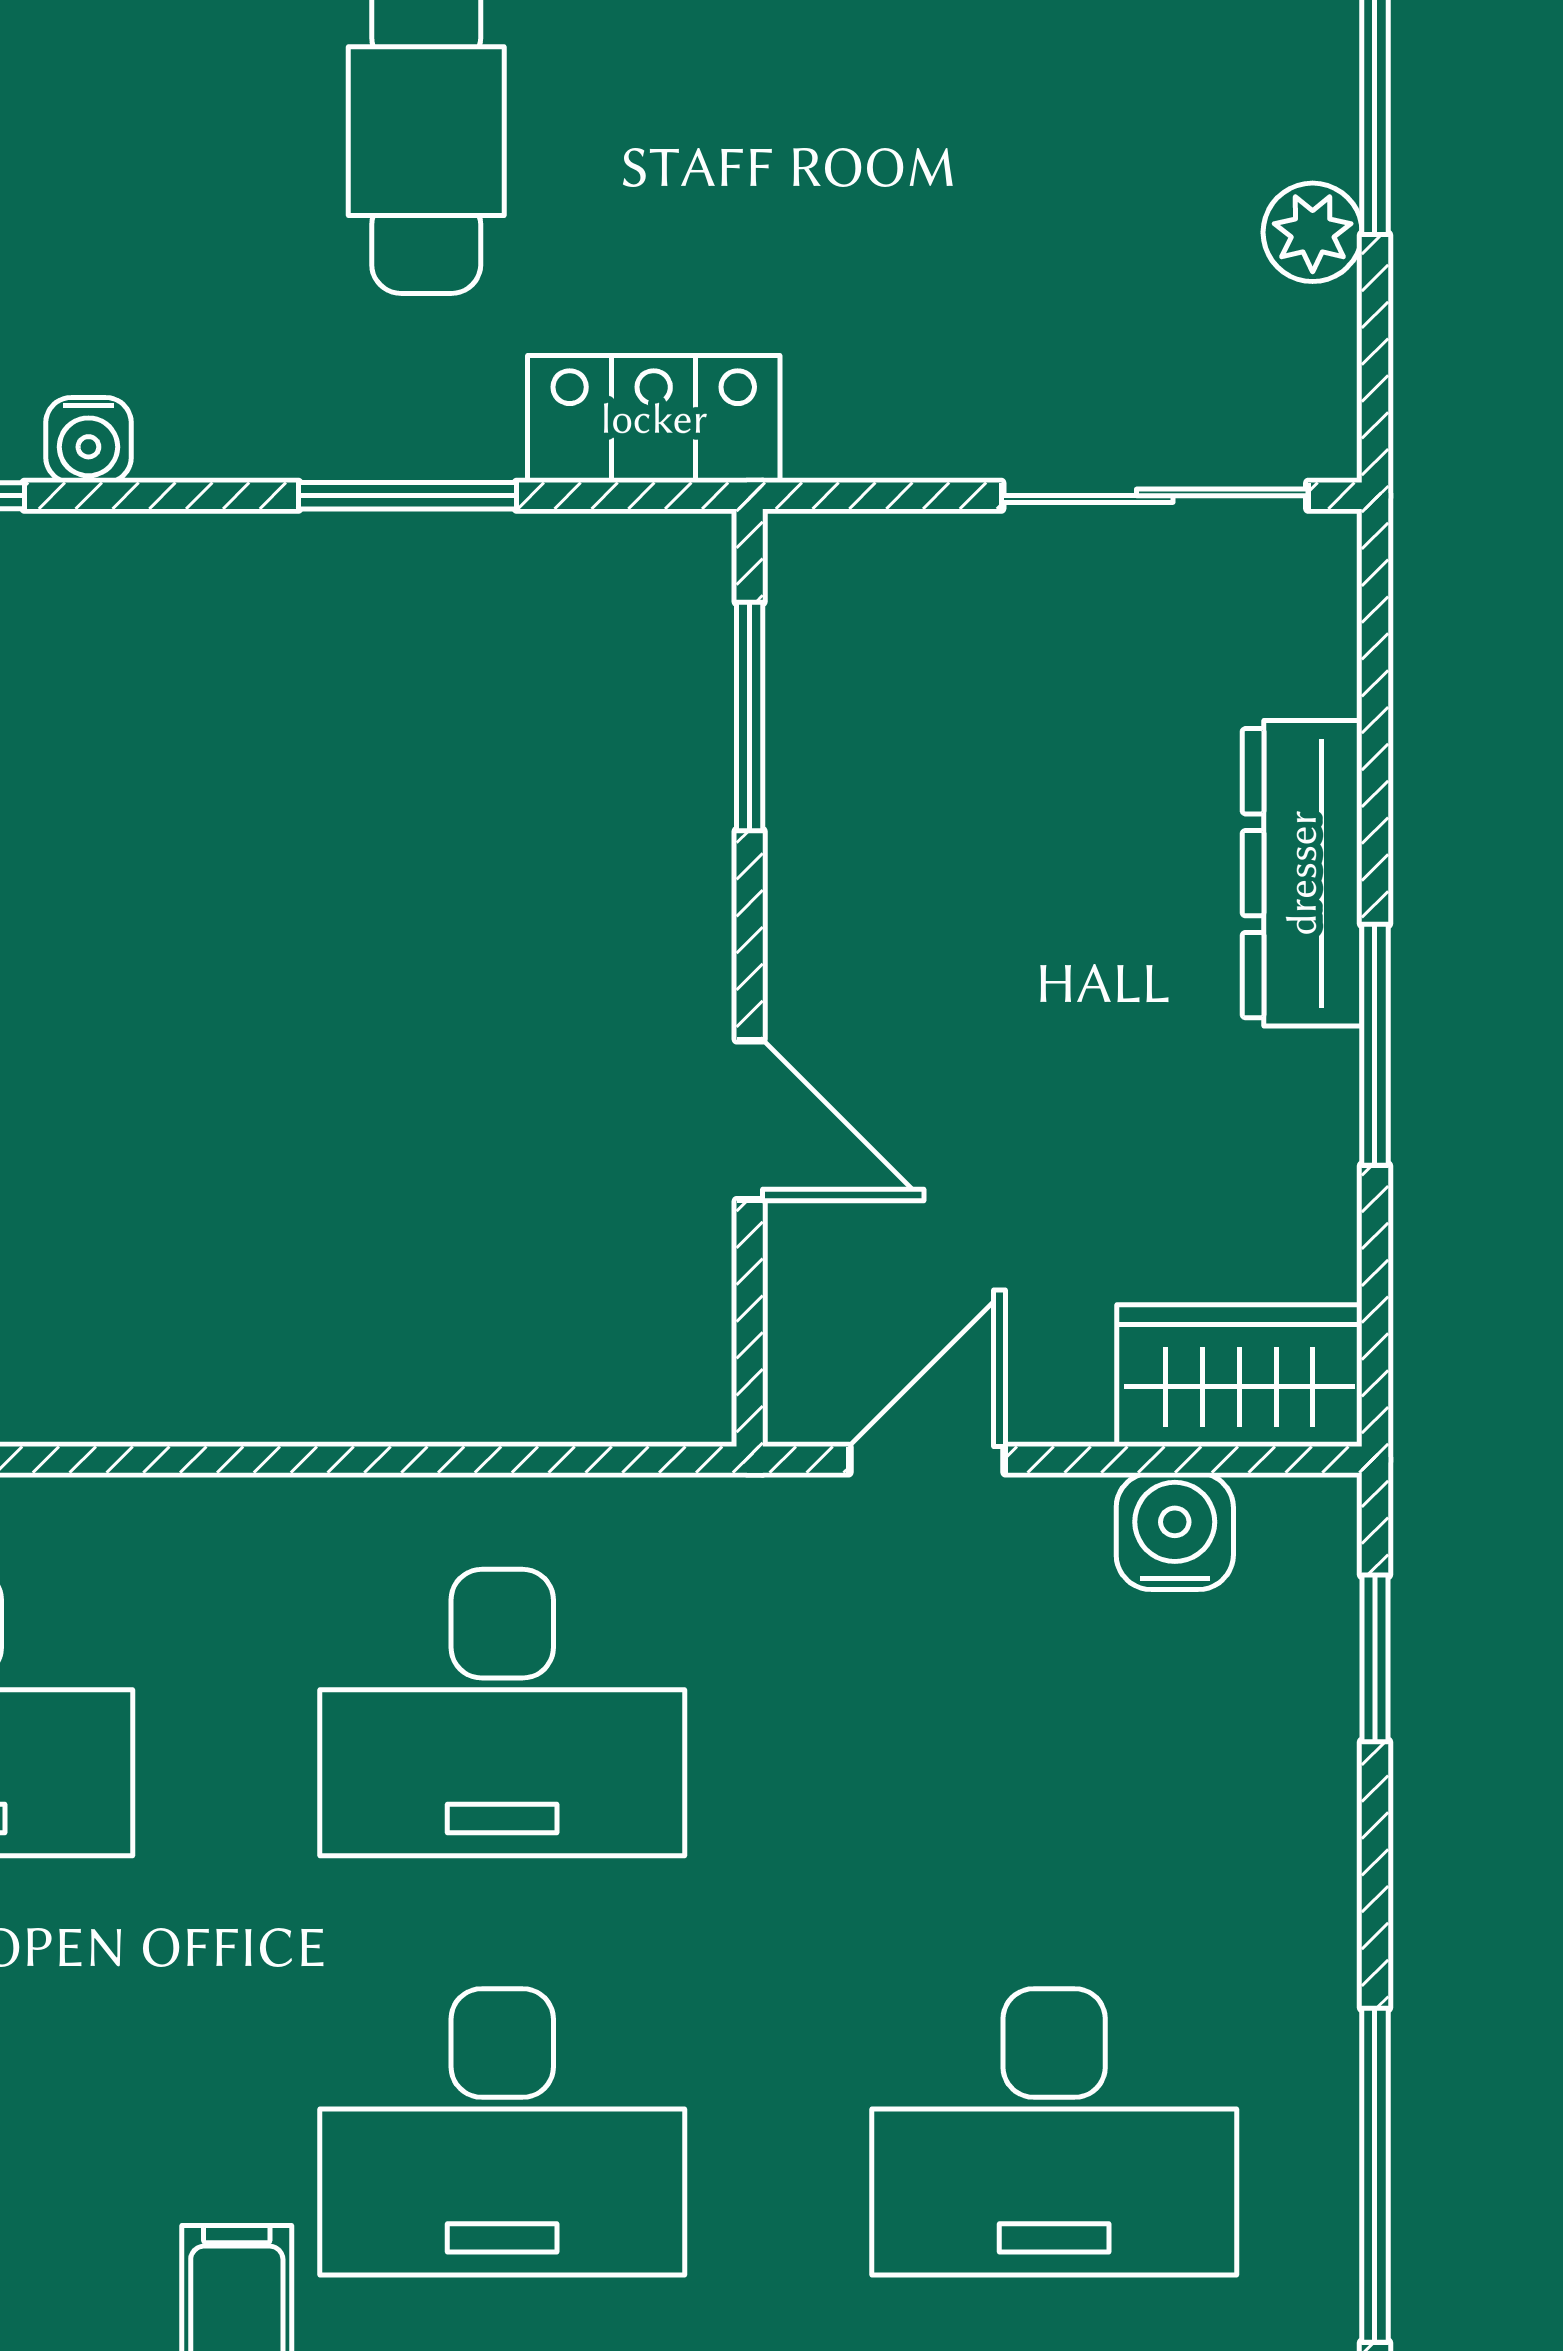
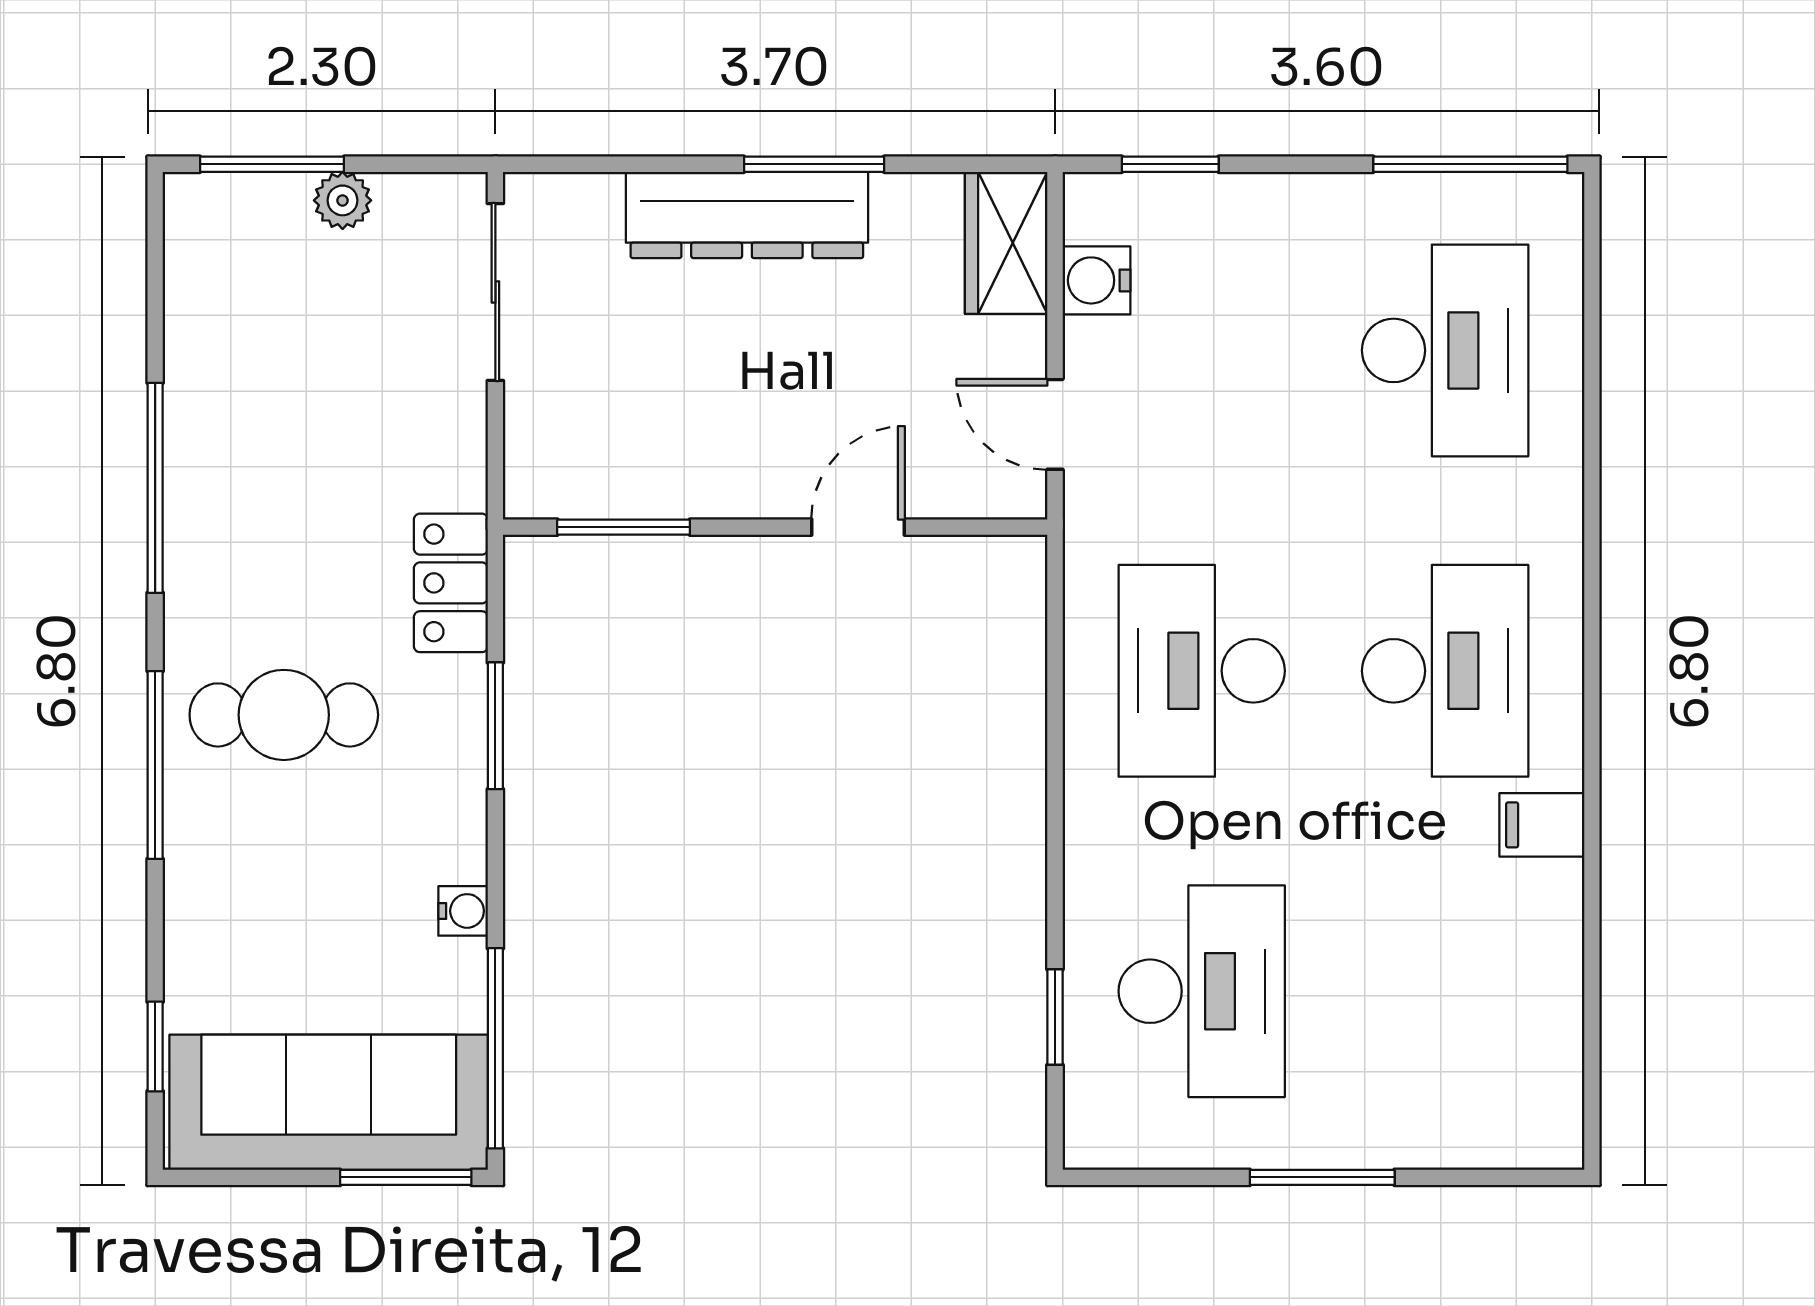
dresser: (1302, 873) -> (747, 215), width x1.37, depth x1.24
desk: (502, 1712) -> (1202, 671), turned 180

